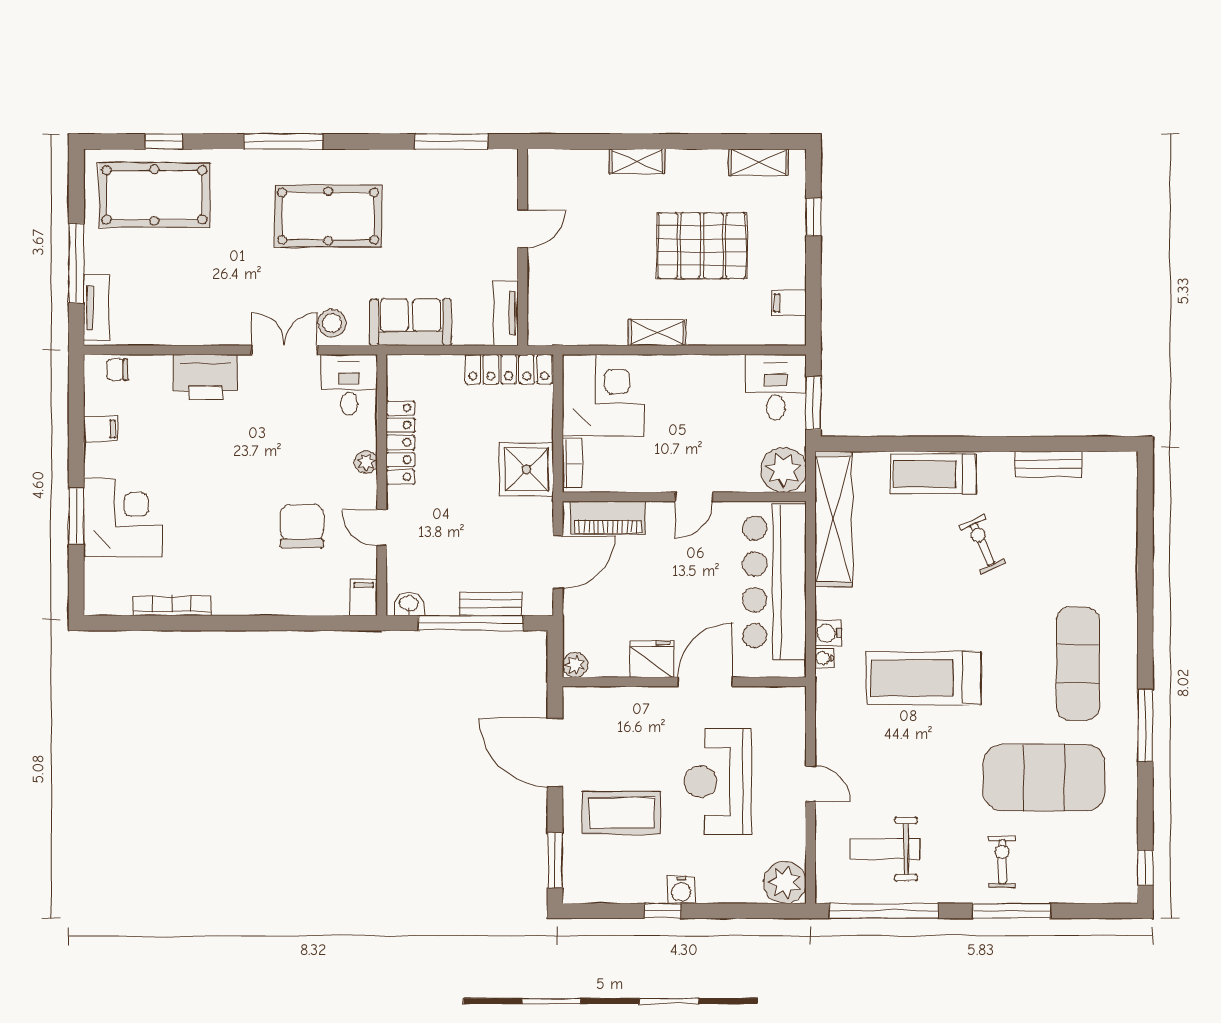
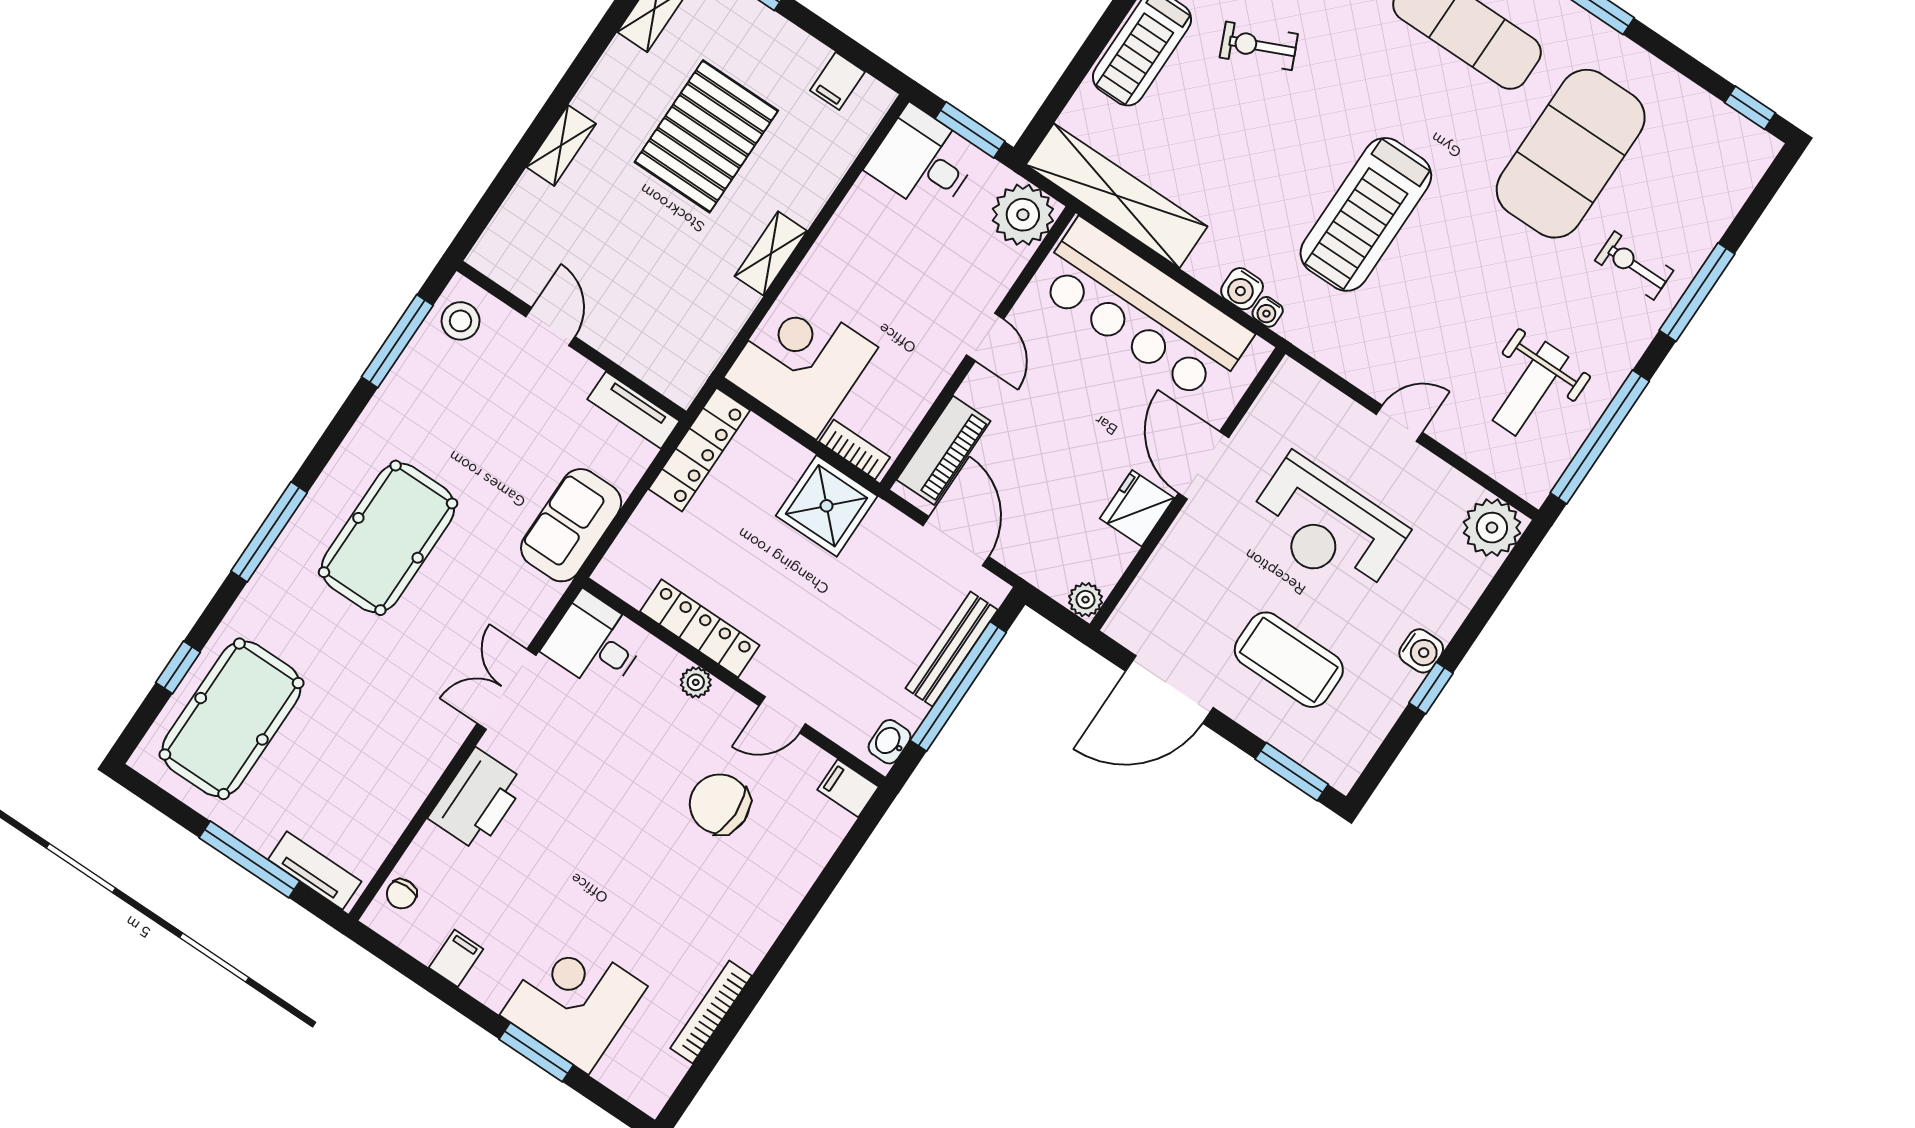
stool: (332, 323) -> (461, 321), moved
bench: (491, 604) -> (952, 649), width x1.36
coffee table: (622, 813) -> (1289, 660), turned 90

